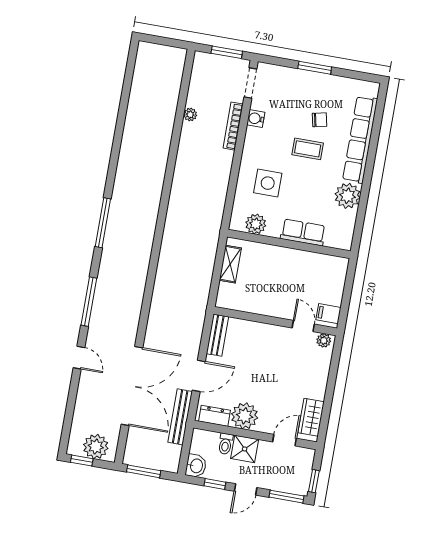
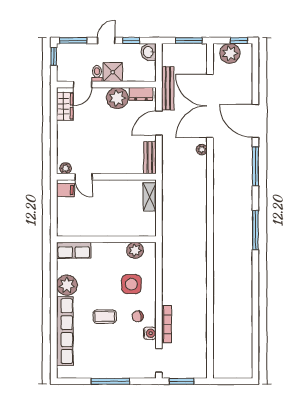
window: (315, 68) -> (110, 381), width x1.44
plant: (190, 115) -> (202, 149), moved
chair: (319, 120) -> (138, 316), moved
row of seats: (303, 232) -> (74, 250), moved
shelving: (230, 264) -> (150, 197), moved
door: (79, 358) -> (255, 121), width x1.88
toilet: (225, 444) -> (97, 73), moved

